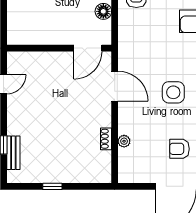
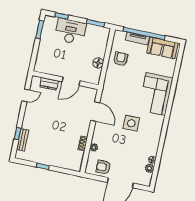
door: (88, 48) -> (71, 81), moved
dresser: (35, 59) -> (49, 84), added
armchair: (179, 149) -> (103, 167), moved

